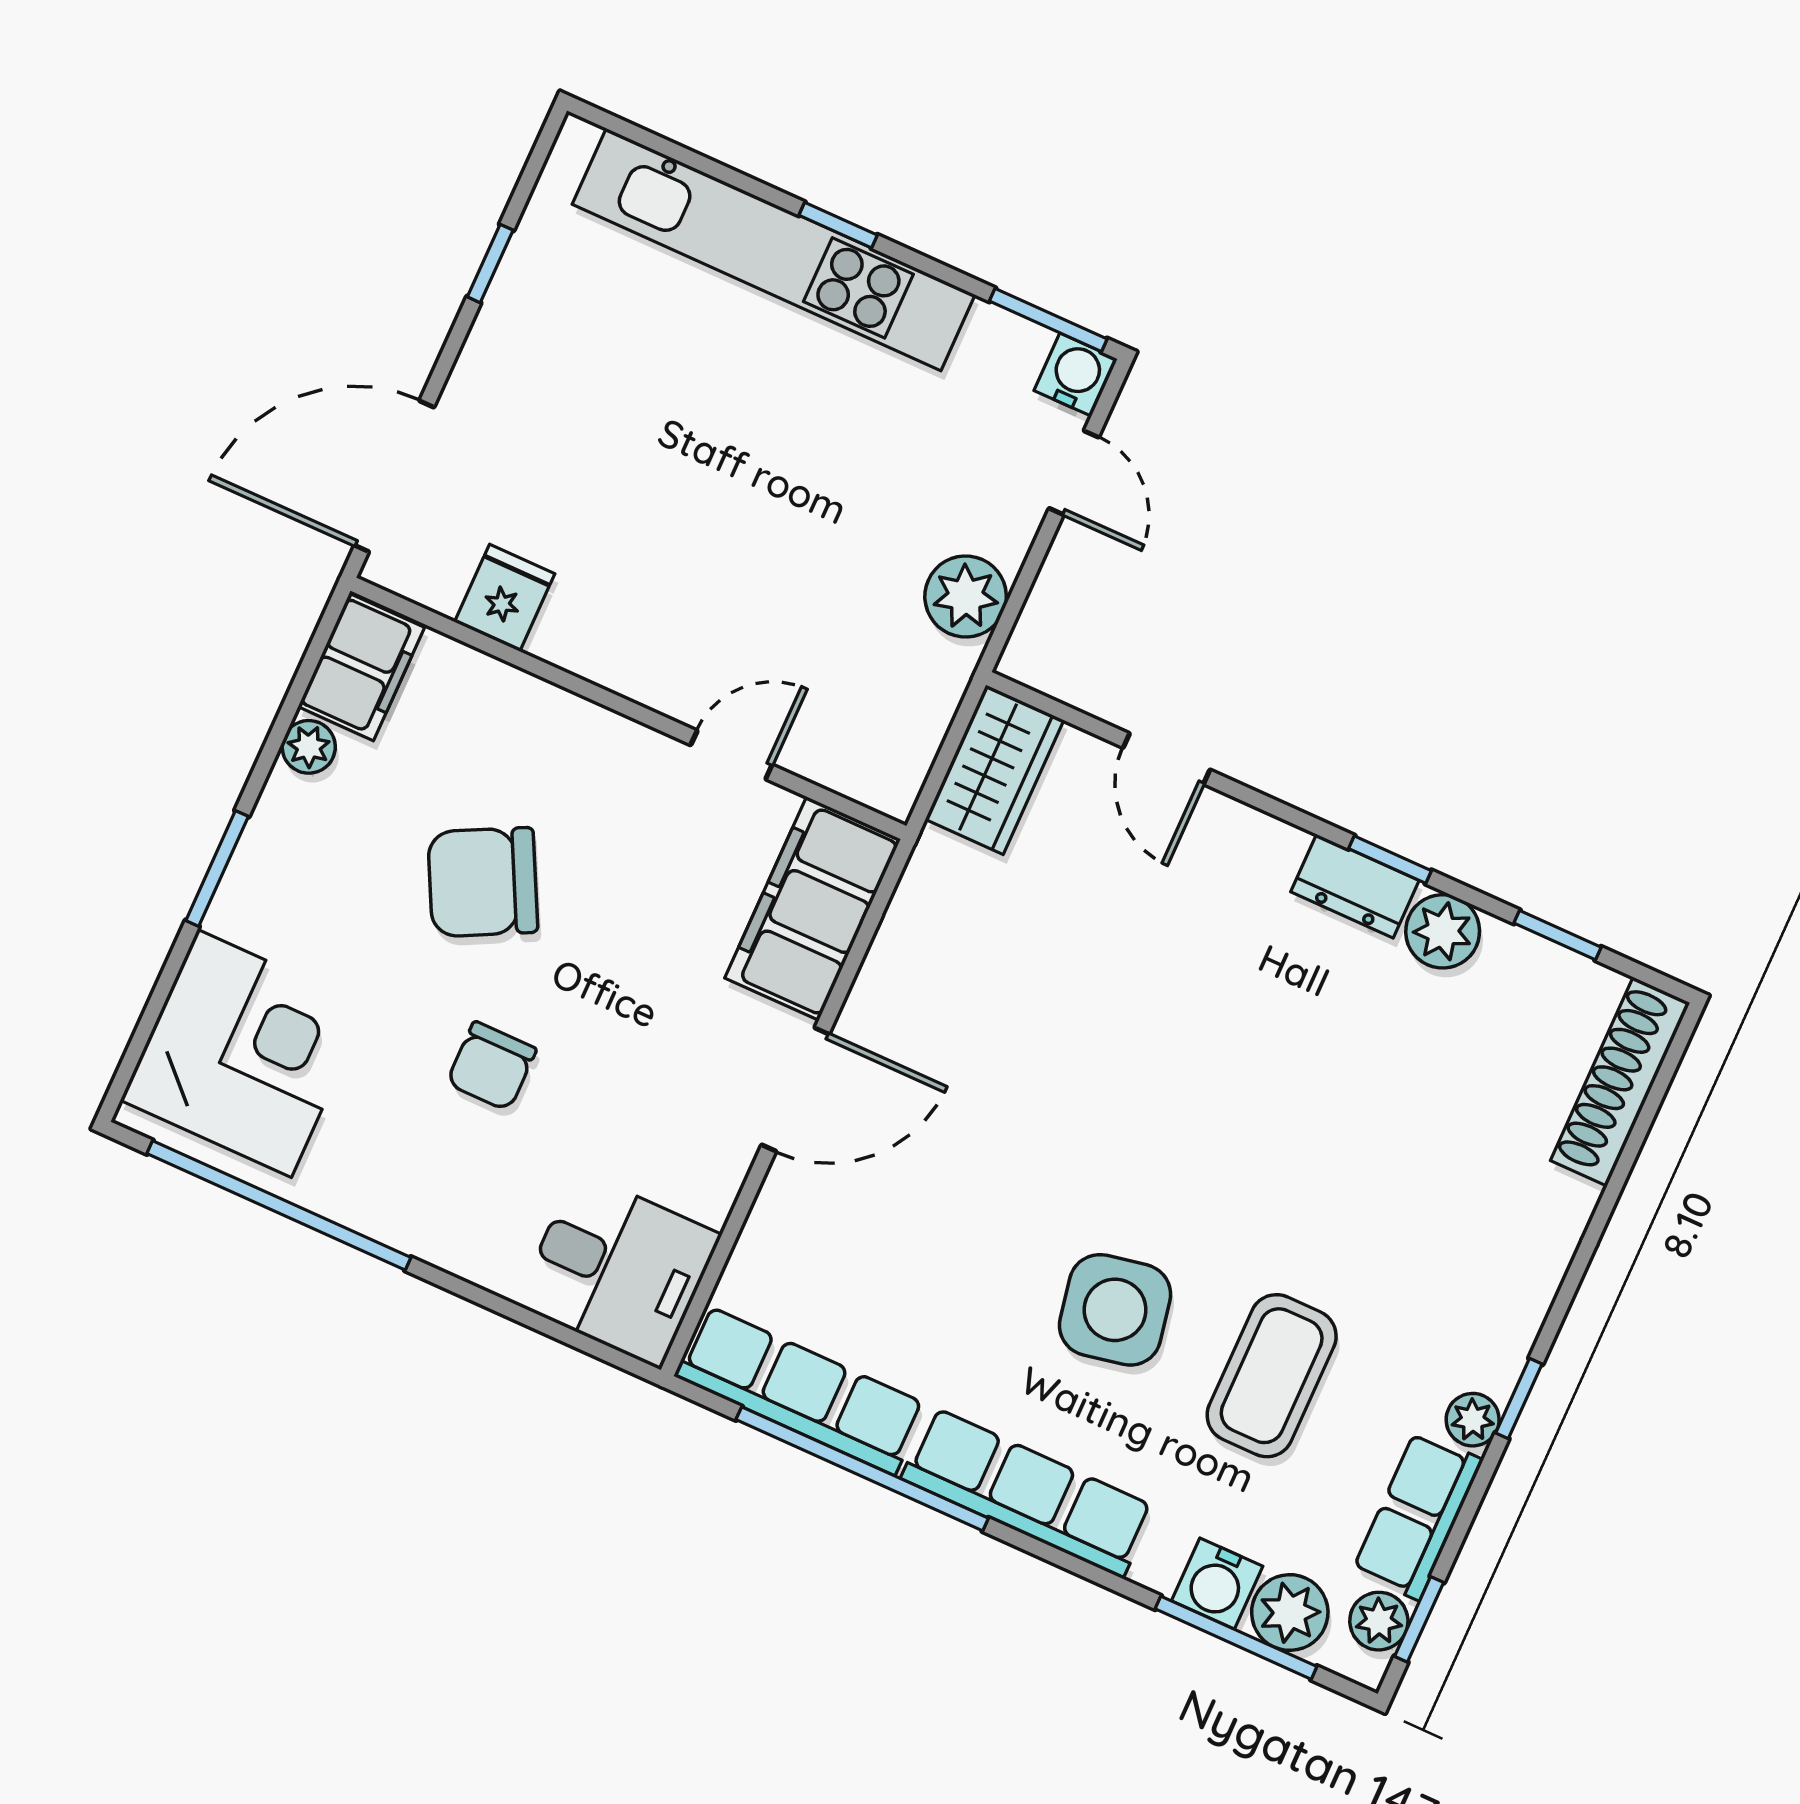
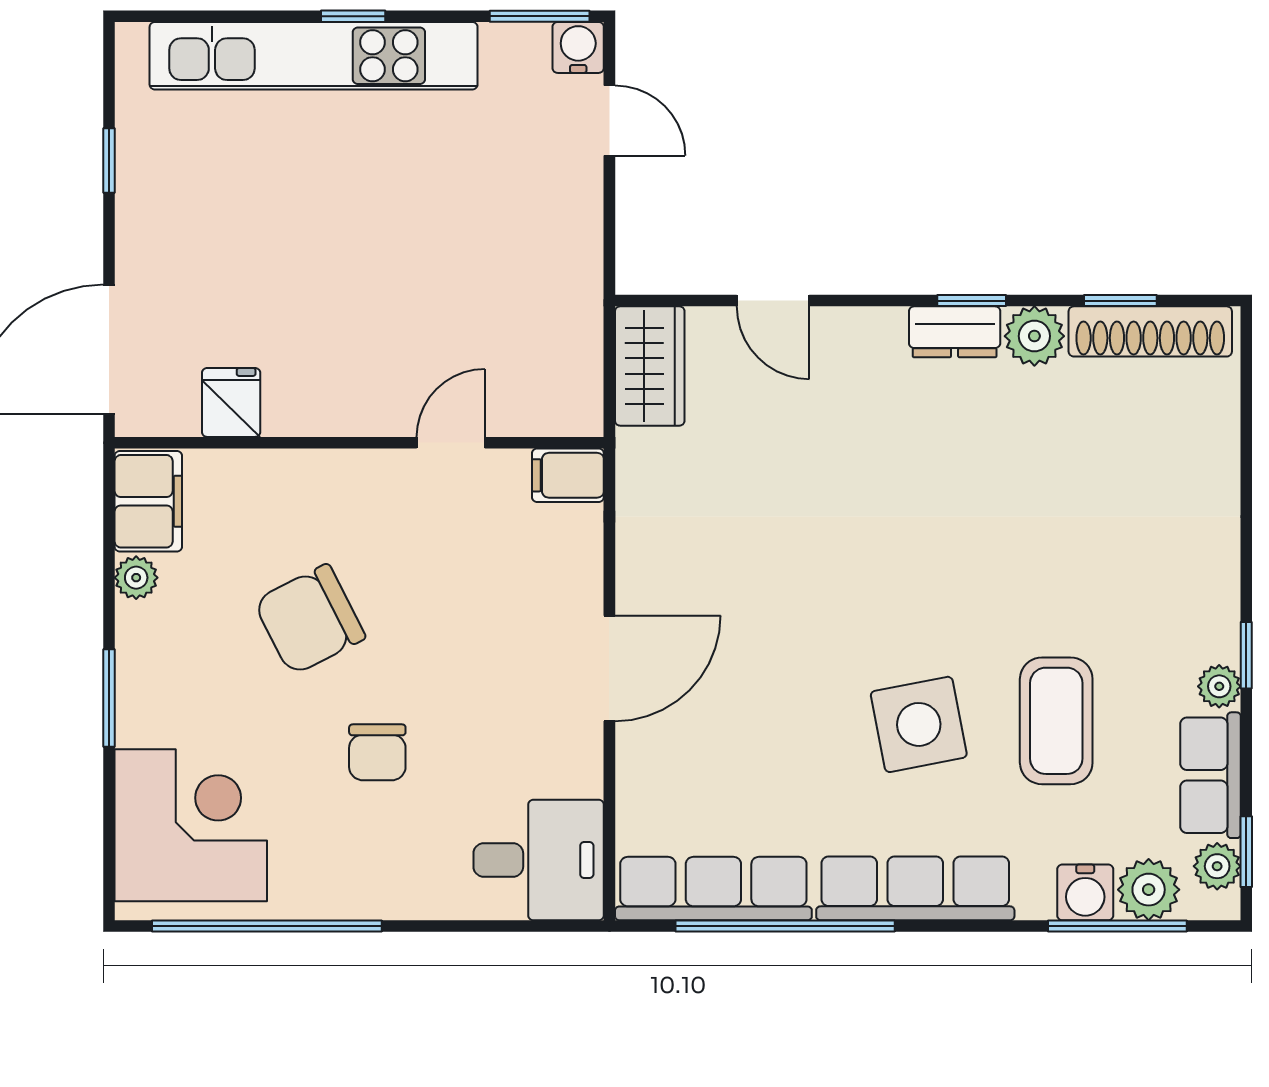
plant: (966, 596) -> (571, 248), removed
filing cabinet: (813, 909) -> (568, 475), width x0.33, depth x0.86
shoe rack: (1620, 1082) -> (1150, 331), moved, turned -90

